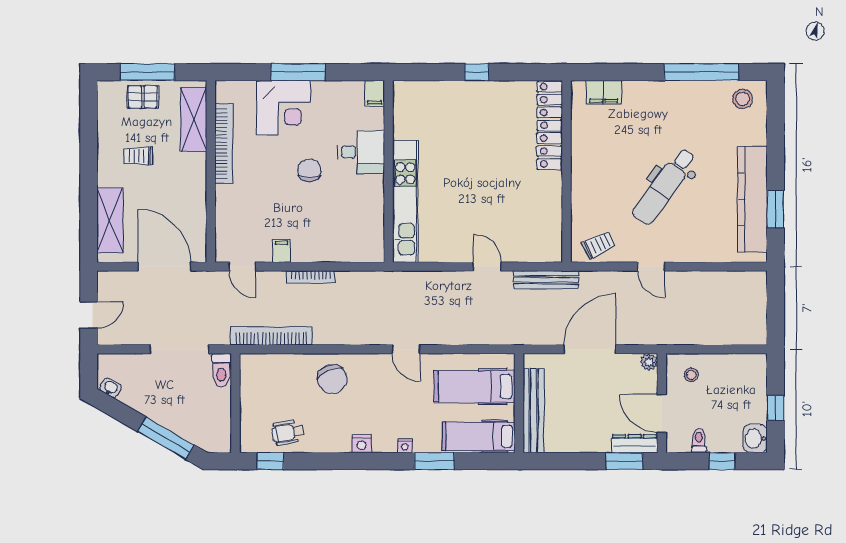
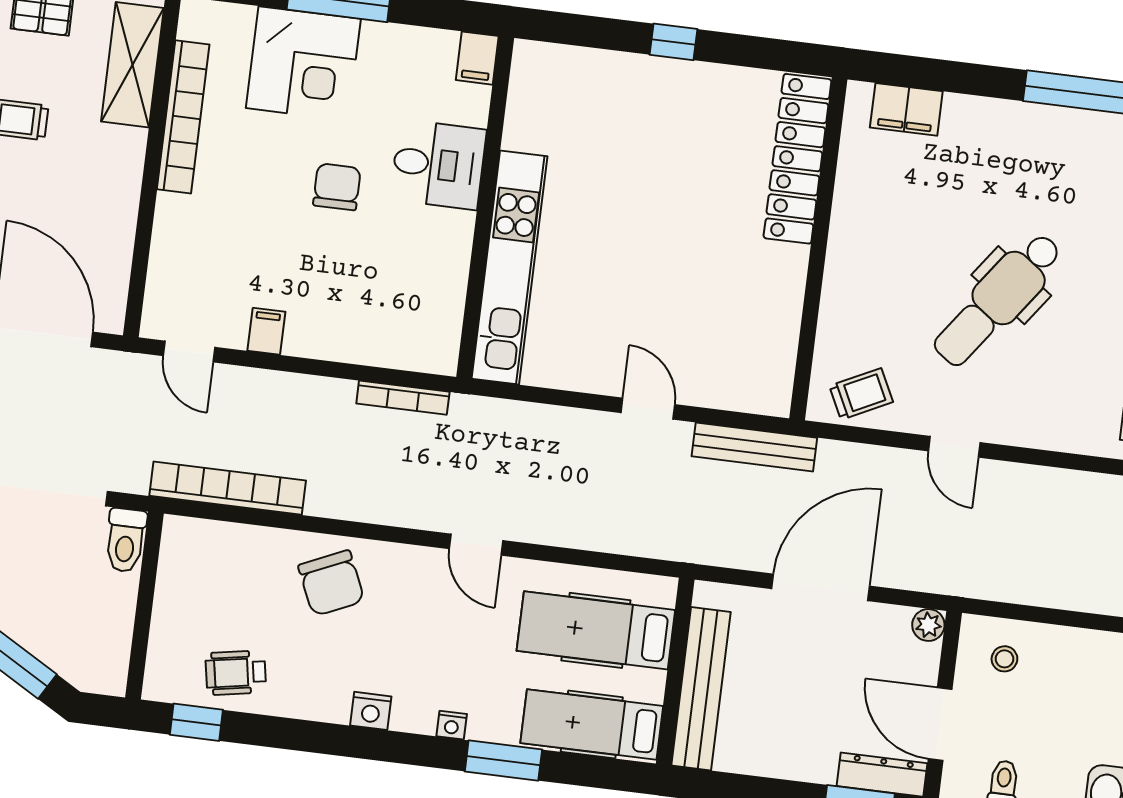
bookcase: (311, 277) -> (403, 398), moved

